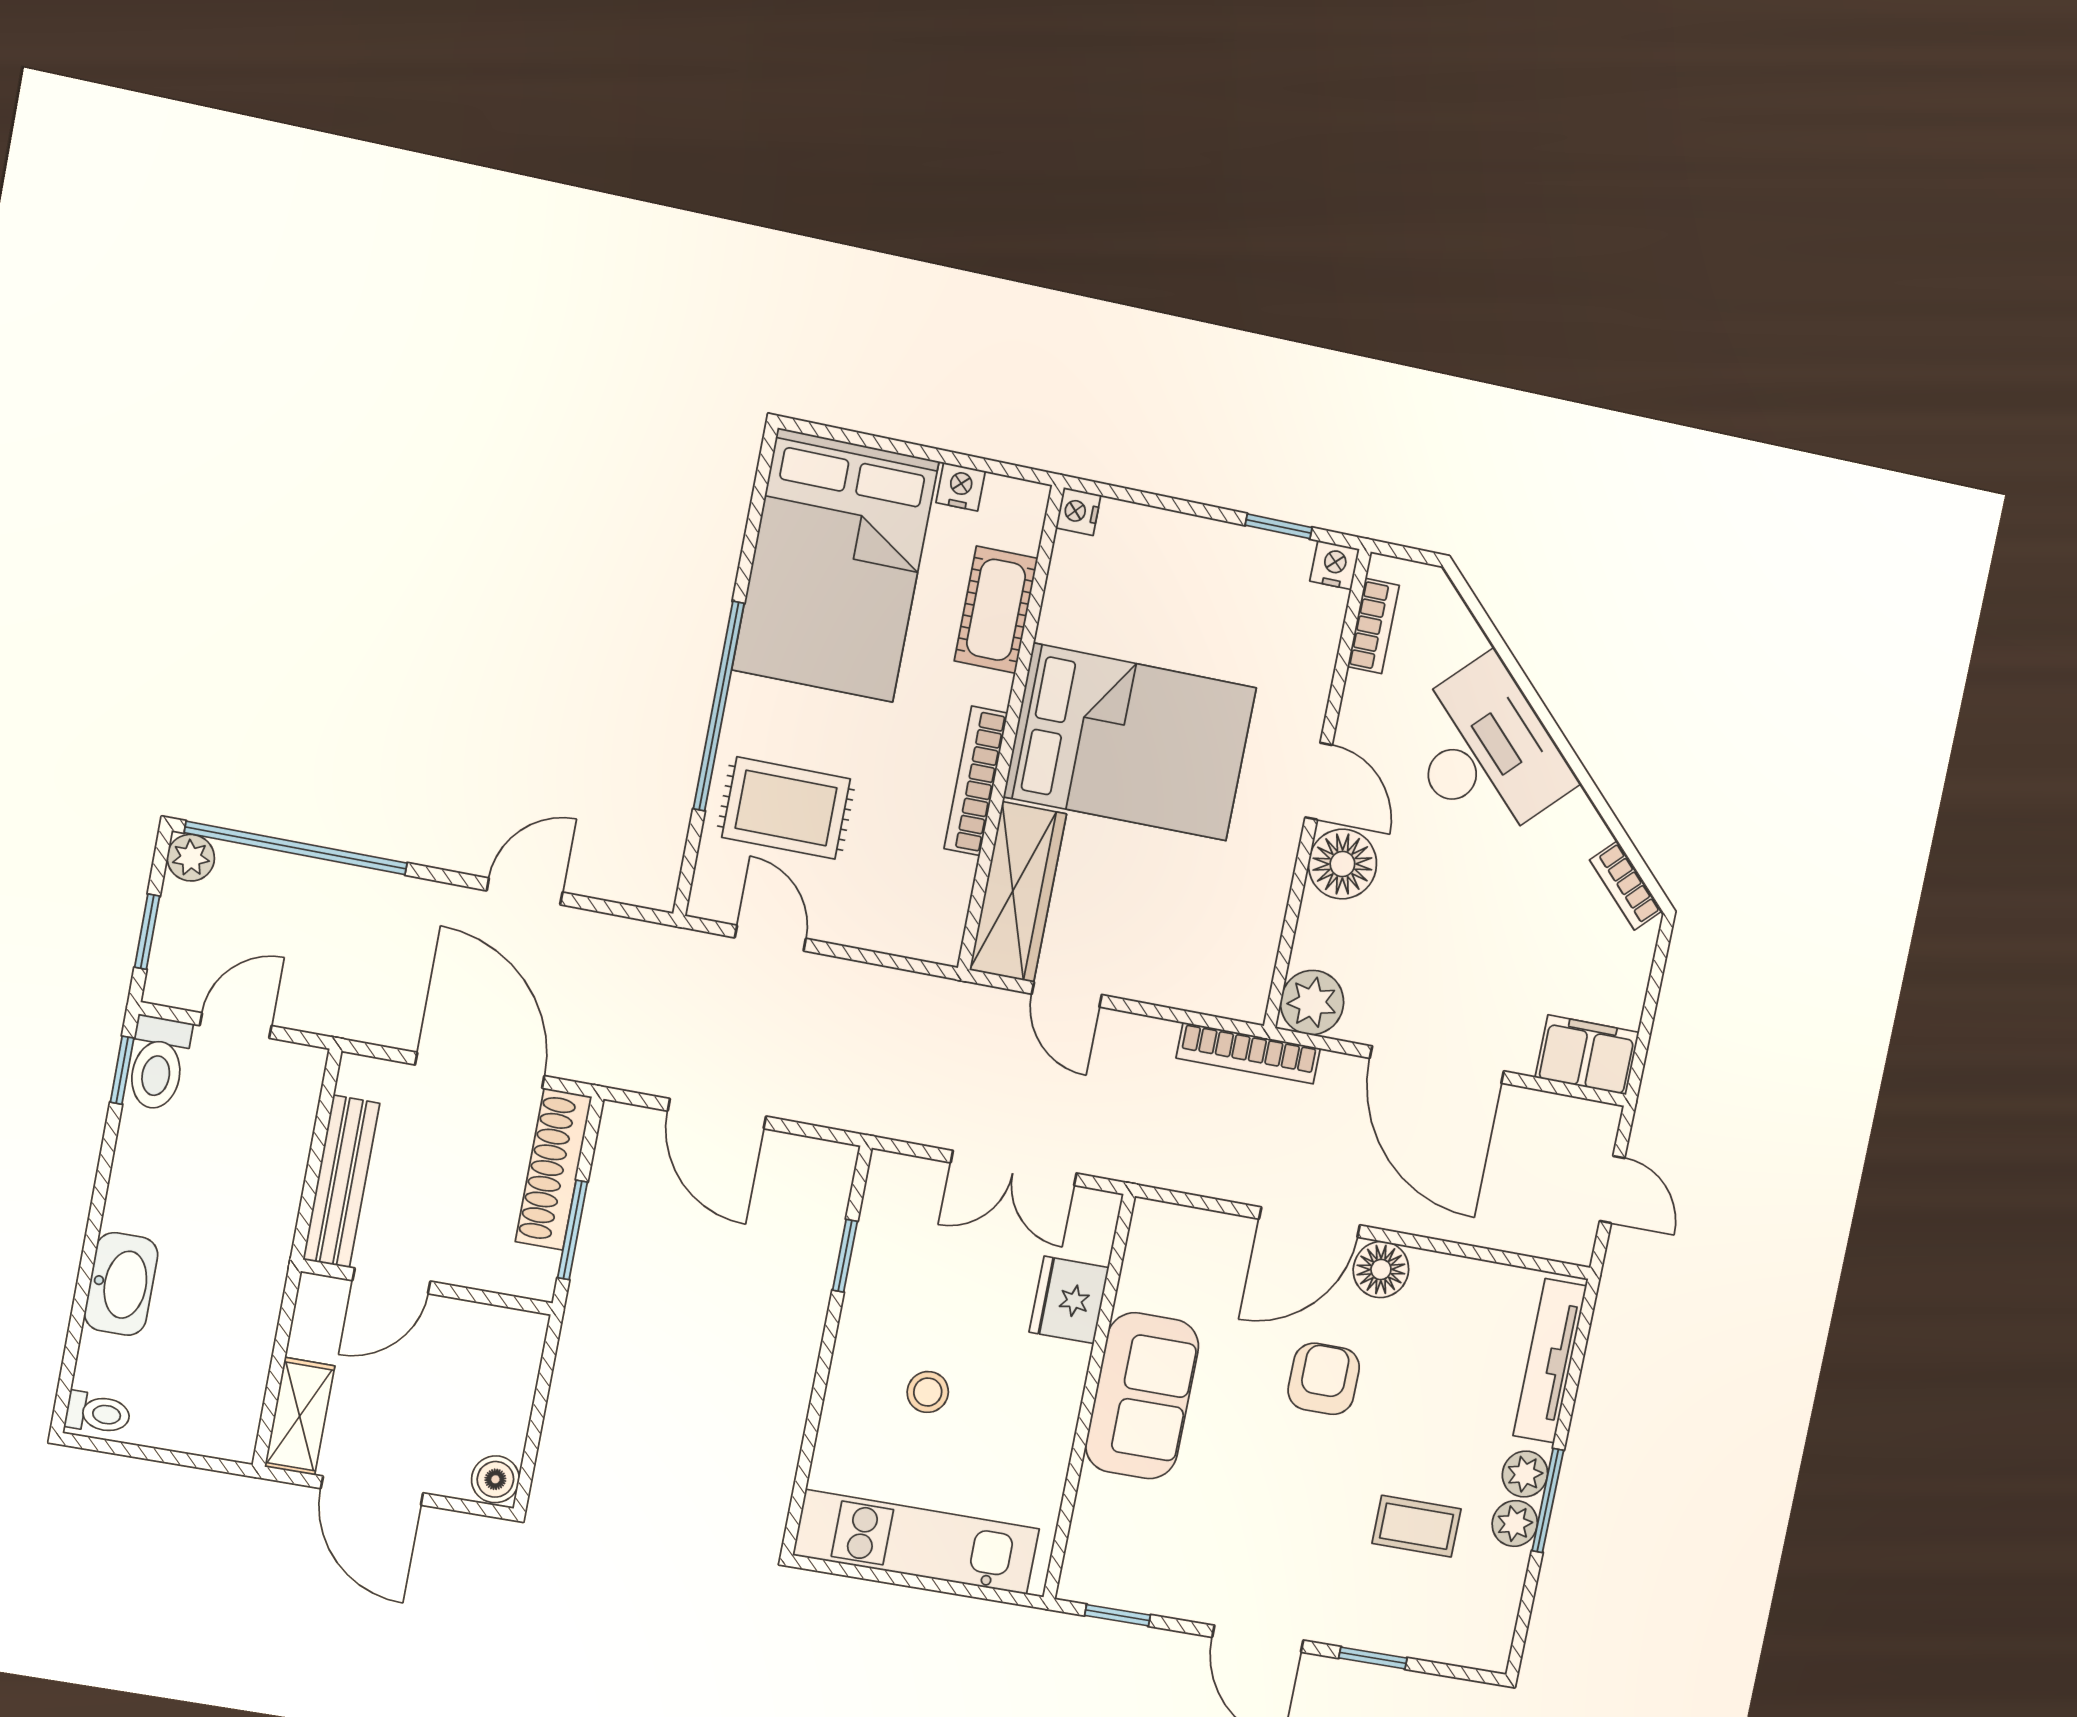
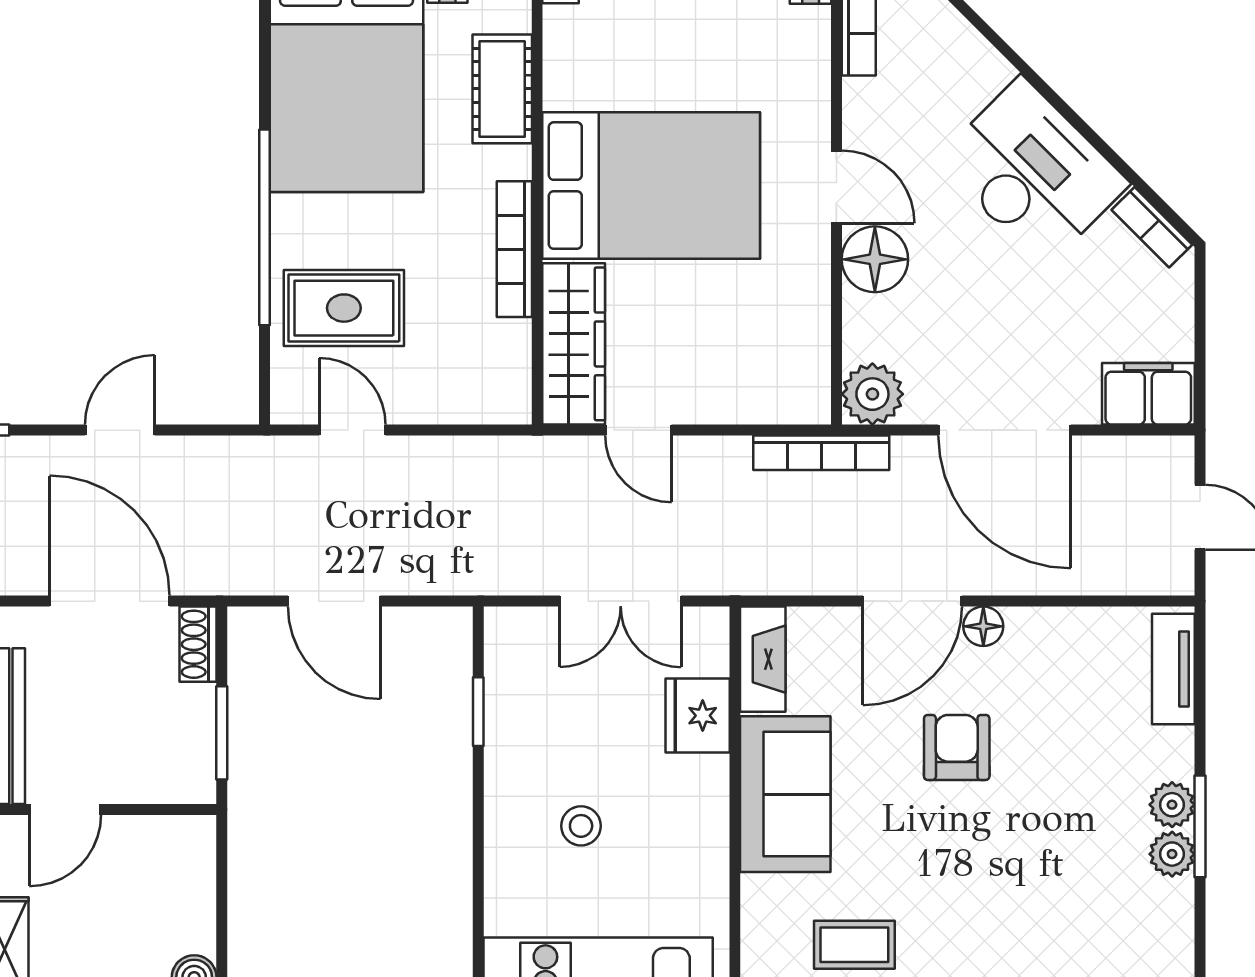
desk: (1485, 752) -> (1033, 172), moved
shoe rack: (554, 1169) -> (198, 644), width x0.51, depth x0.81
fireplace: (1147, 1254) -> (763, 659), added
floor lamp: (1381, 1269) -> (983, 626), width x0.73, depth x0.73
tv unit: (1550, 1361) -> (1173, 669), width x0.71
coffee table: (1417, 1526) -> (854, 945), moved

